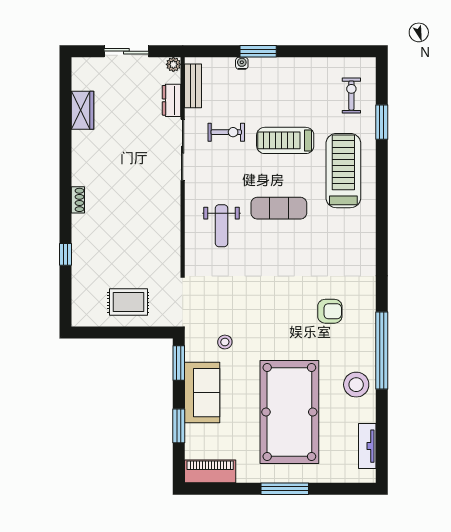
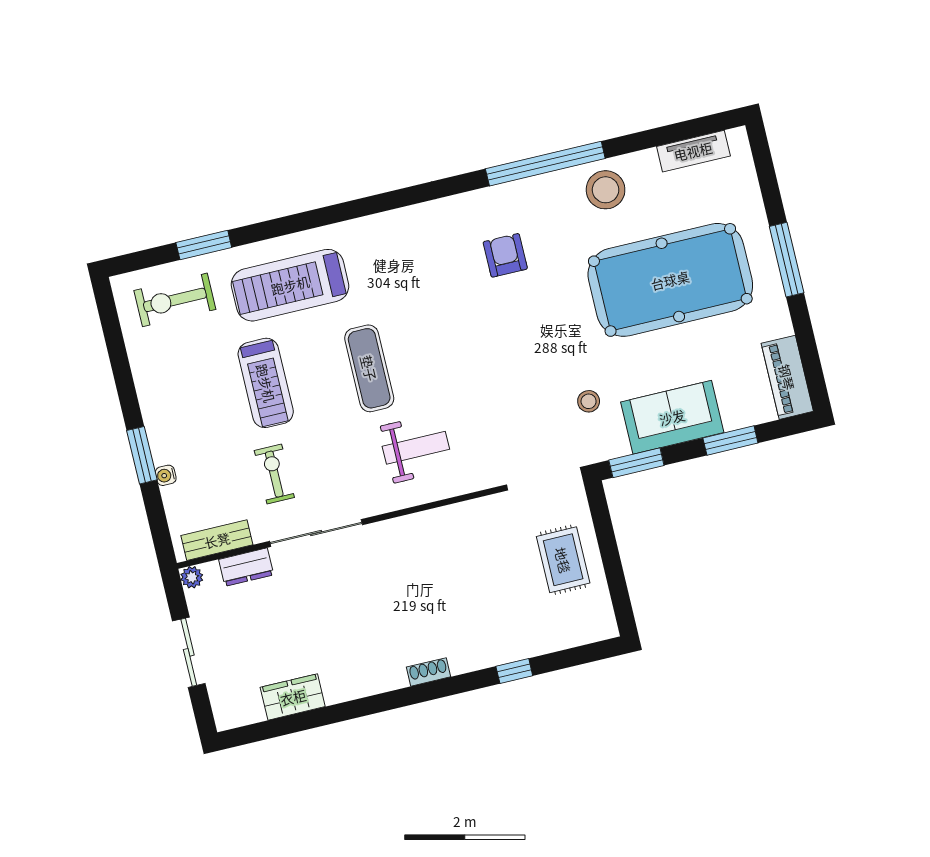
exercise bike: (351, 96) -> (175, 300), width x1.38, depth x1.39

